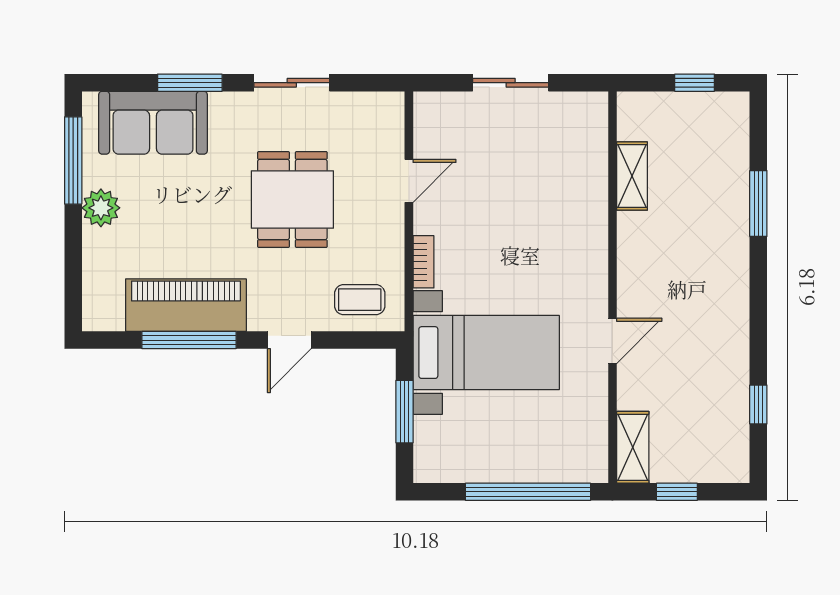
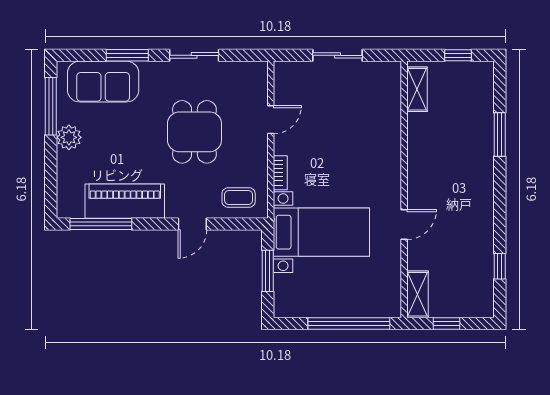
shelving: (632, 176) -> (417, 89), moved
window: (189, 340) -> (101, 224), moved

